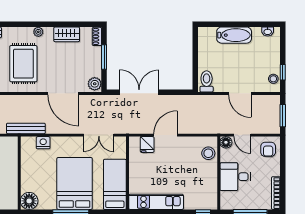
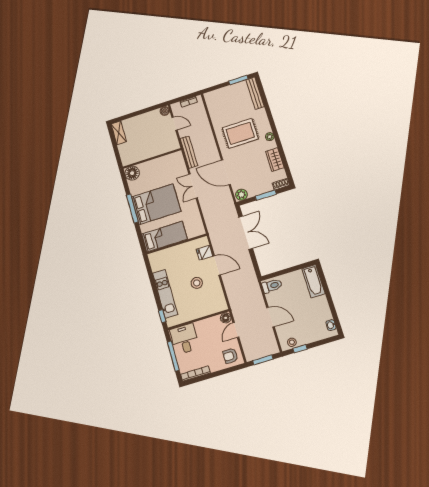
bathtub: (234, 35) -> (313, 281), moved
door: (63, 93) -> (226, 172), hinge flipped
door: (240, 93) -> (270, 317), swing flipped
double door: (99, 135) -> (193, 186), moved
nightstand: (43, 143) -> (181, 169), removed
stool: (208, 153) -> (197, 283), moved
desk: (235, 177) -> (184, 339), moved
kitchen unit: (156, 202) -> (165, 294), moved

